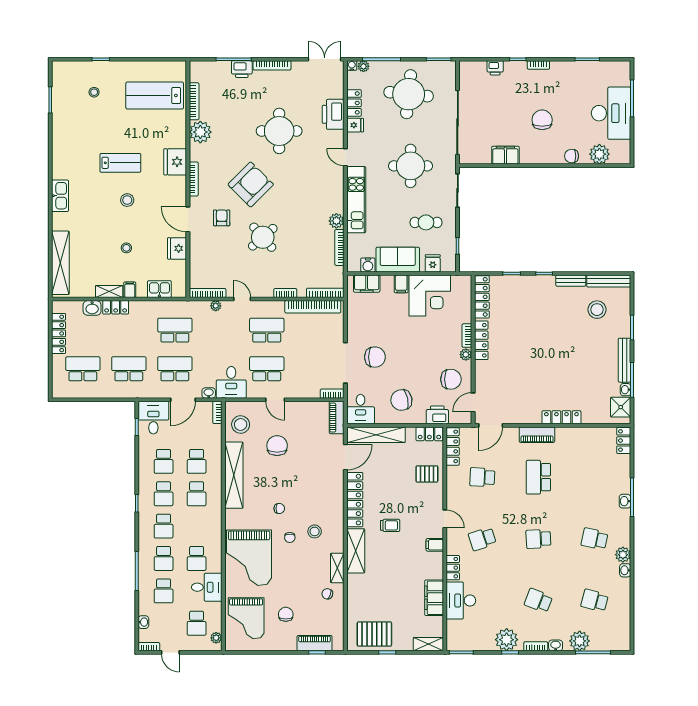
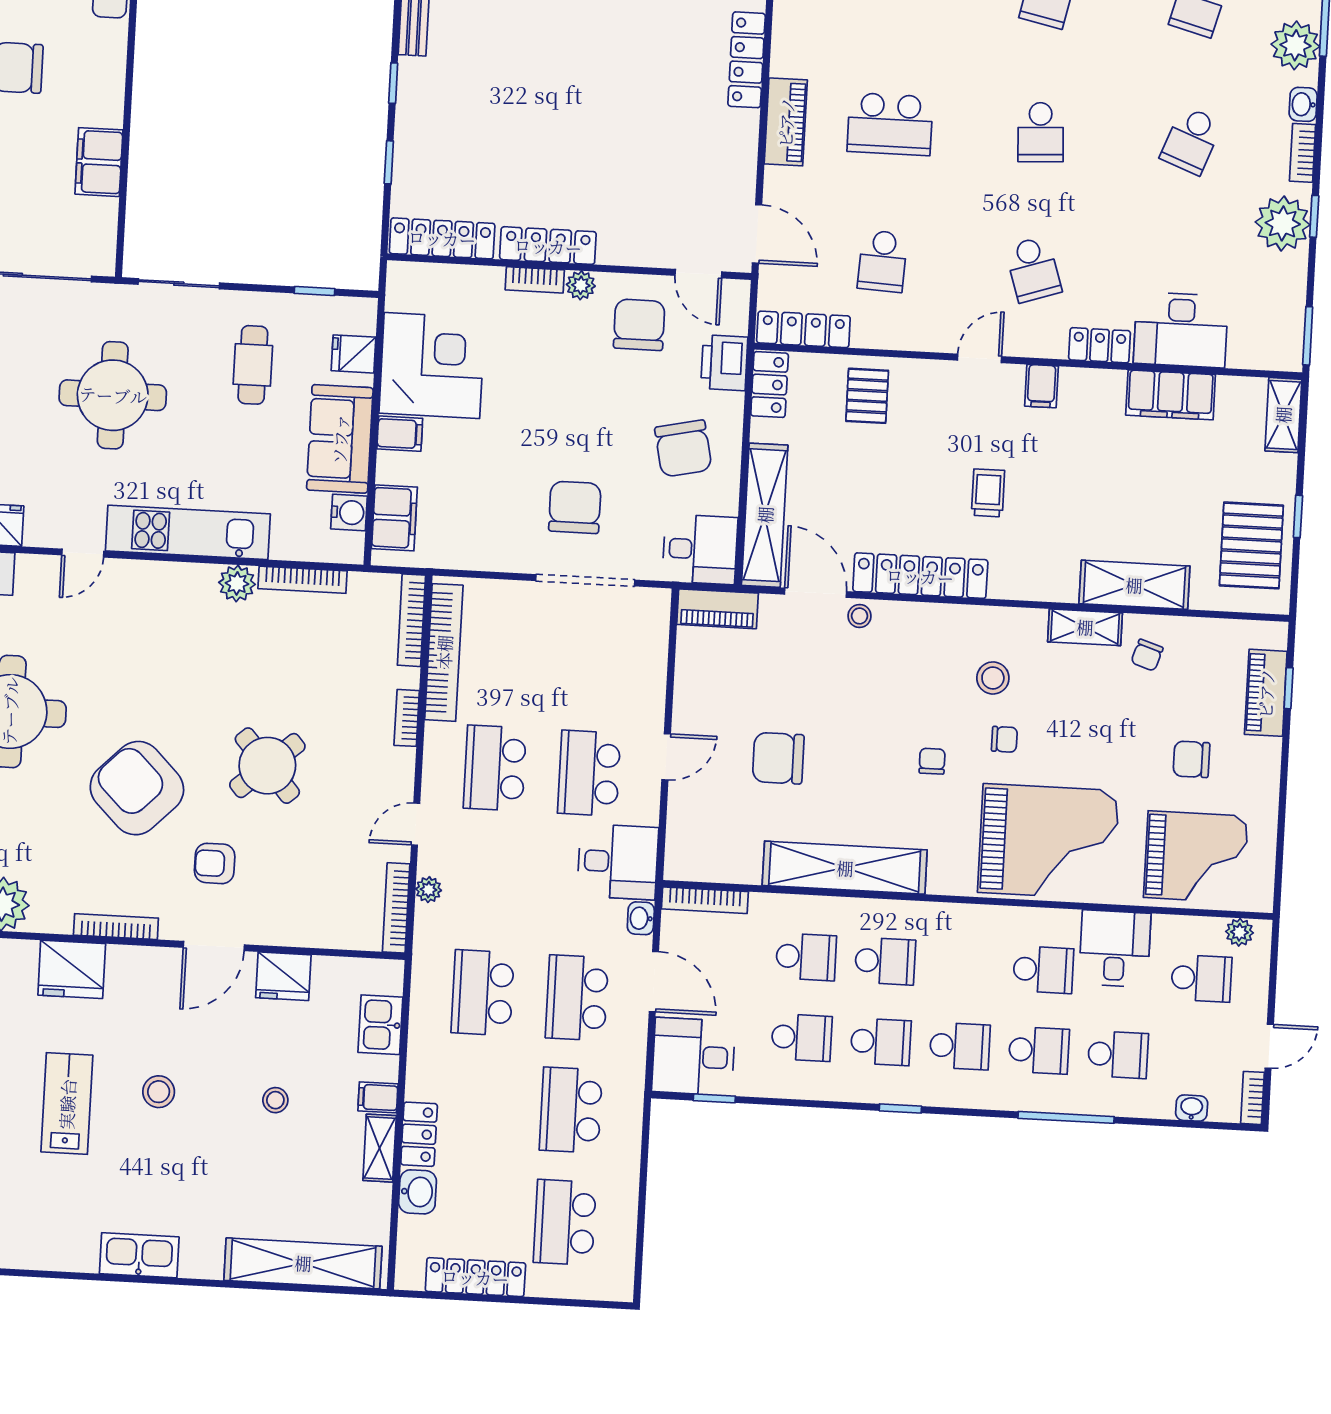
bookcase: (332, 394) -> (659, 617), removed
bookcase: (217, 412) -> (705, 900), width x1.56
stool: (241, 425) -> (860, 616), moved, width x0.53, depth x0.53
shelving: (356, 551) -> (1134, 585), moved

